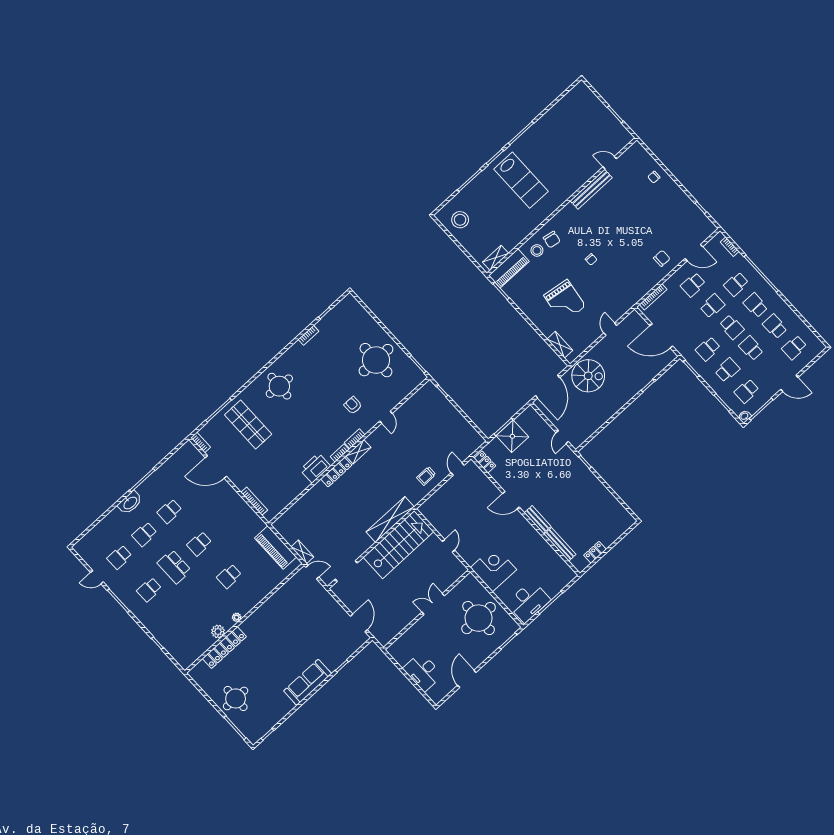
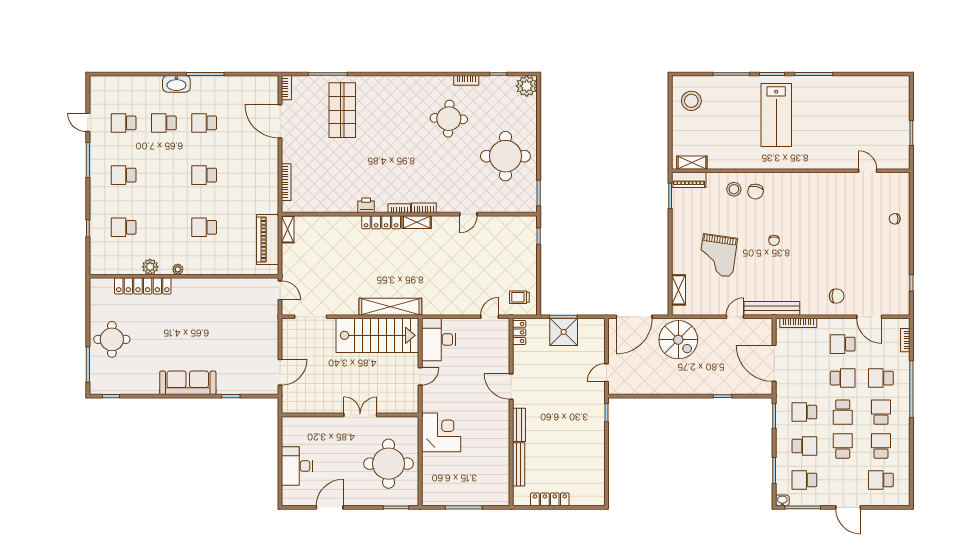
bench: (591, 189) -> (772, 308), moved
piano: (509, 268) -> (689, 180), width x0.73, depth x0.75
plant: (349, 304) -> (527, 86), added
round table: (279, 386) -> (449, 119), moved
armchair: (353, 405) -> (449, 177), removed
printer: (315, 468) -> (366, 205), width x0.53, depth x0.68
trolley: (426, 476) -> (519, 297), moved
shelving: (302, 552) -> (288, 229), moved
locker: (595, 552) -> (550, 499), width x1.53
school desk: (174, 567) -> (124, 227), moved, width x0.54
desk: (528, 602) -> (438, 339), moved, turned 90

